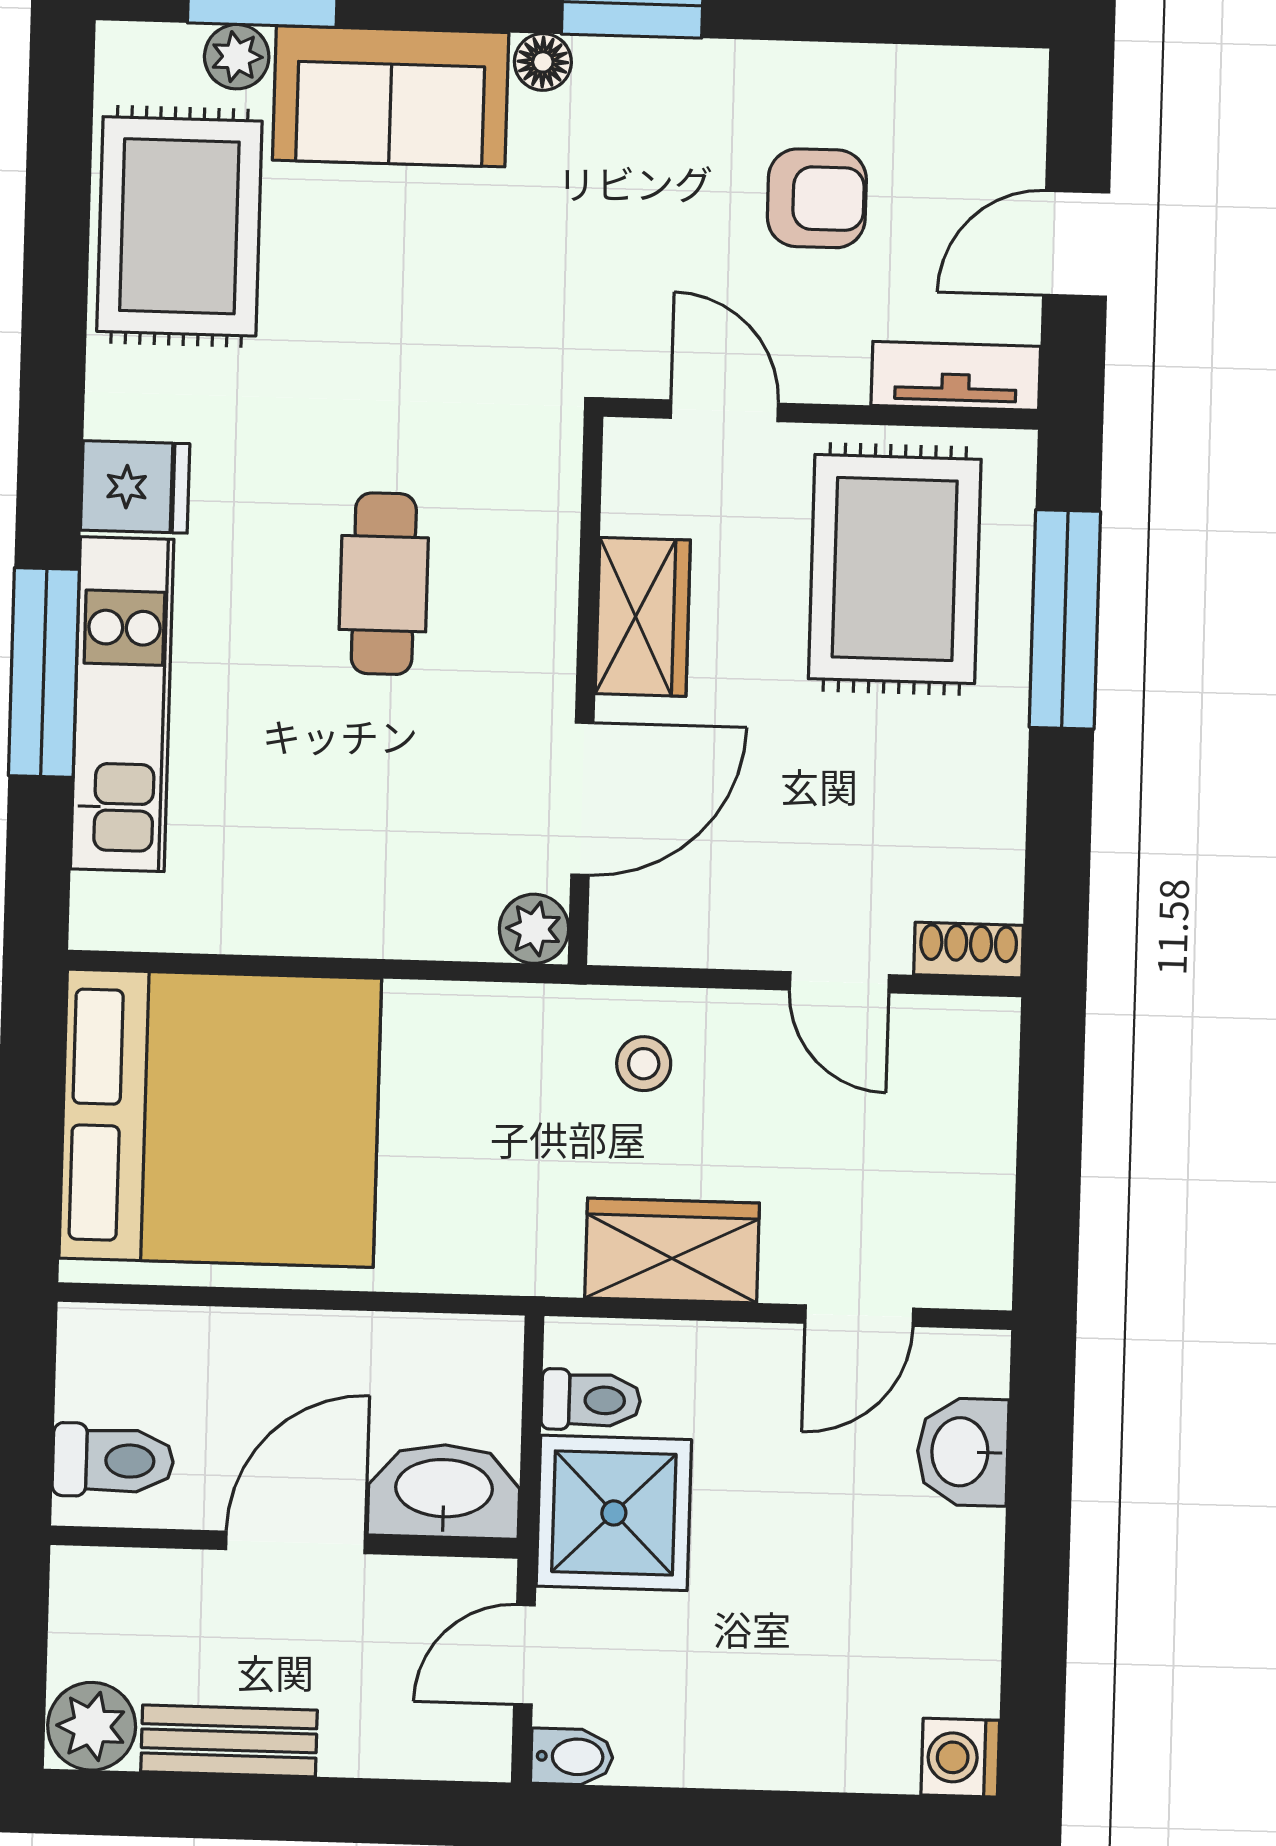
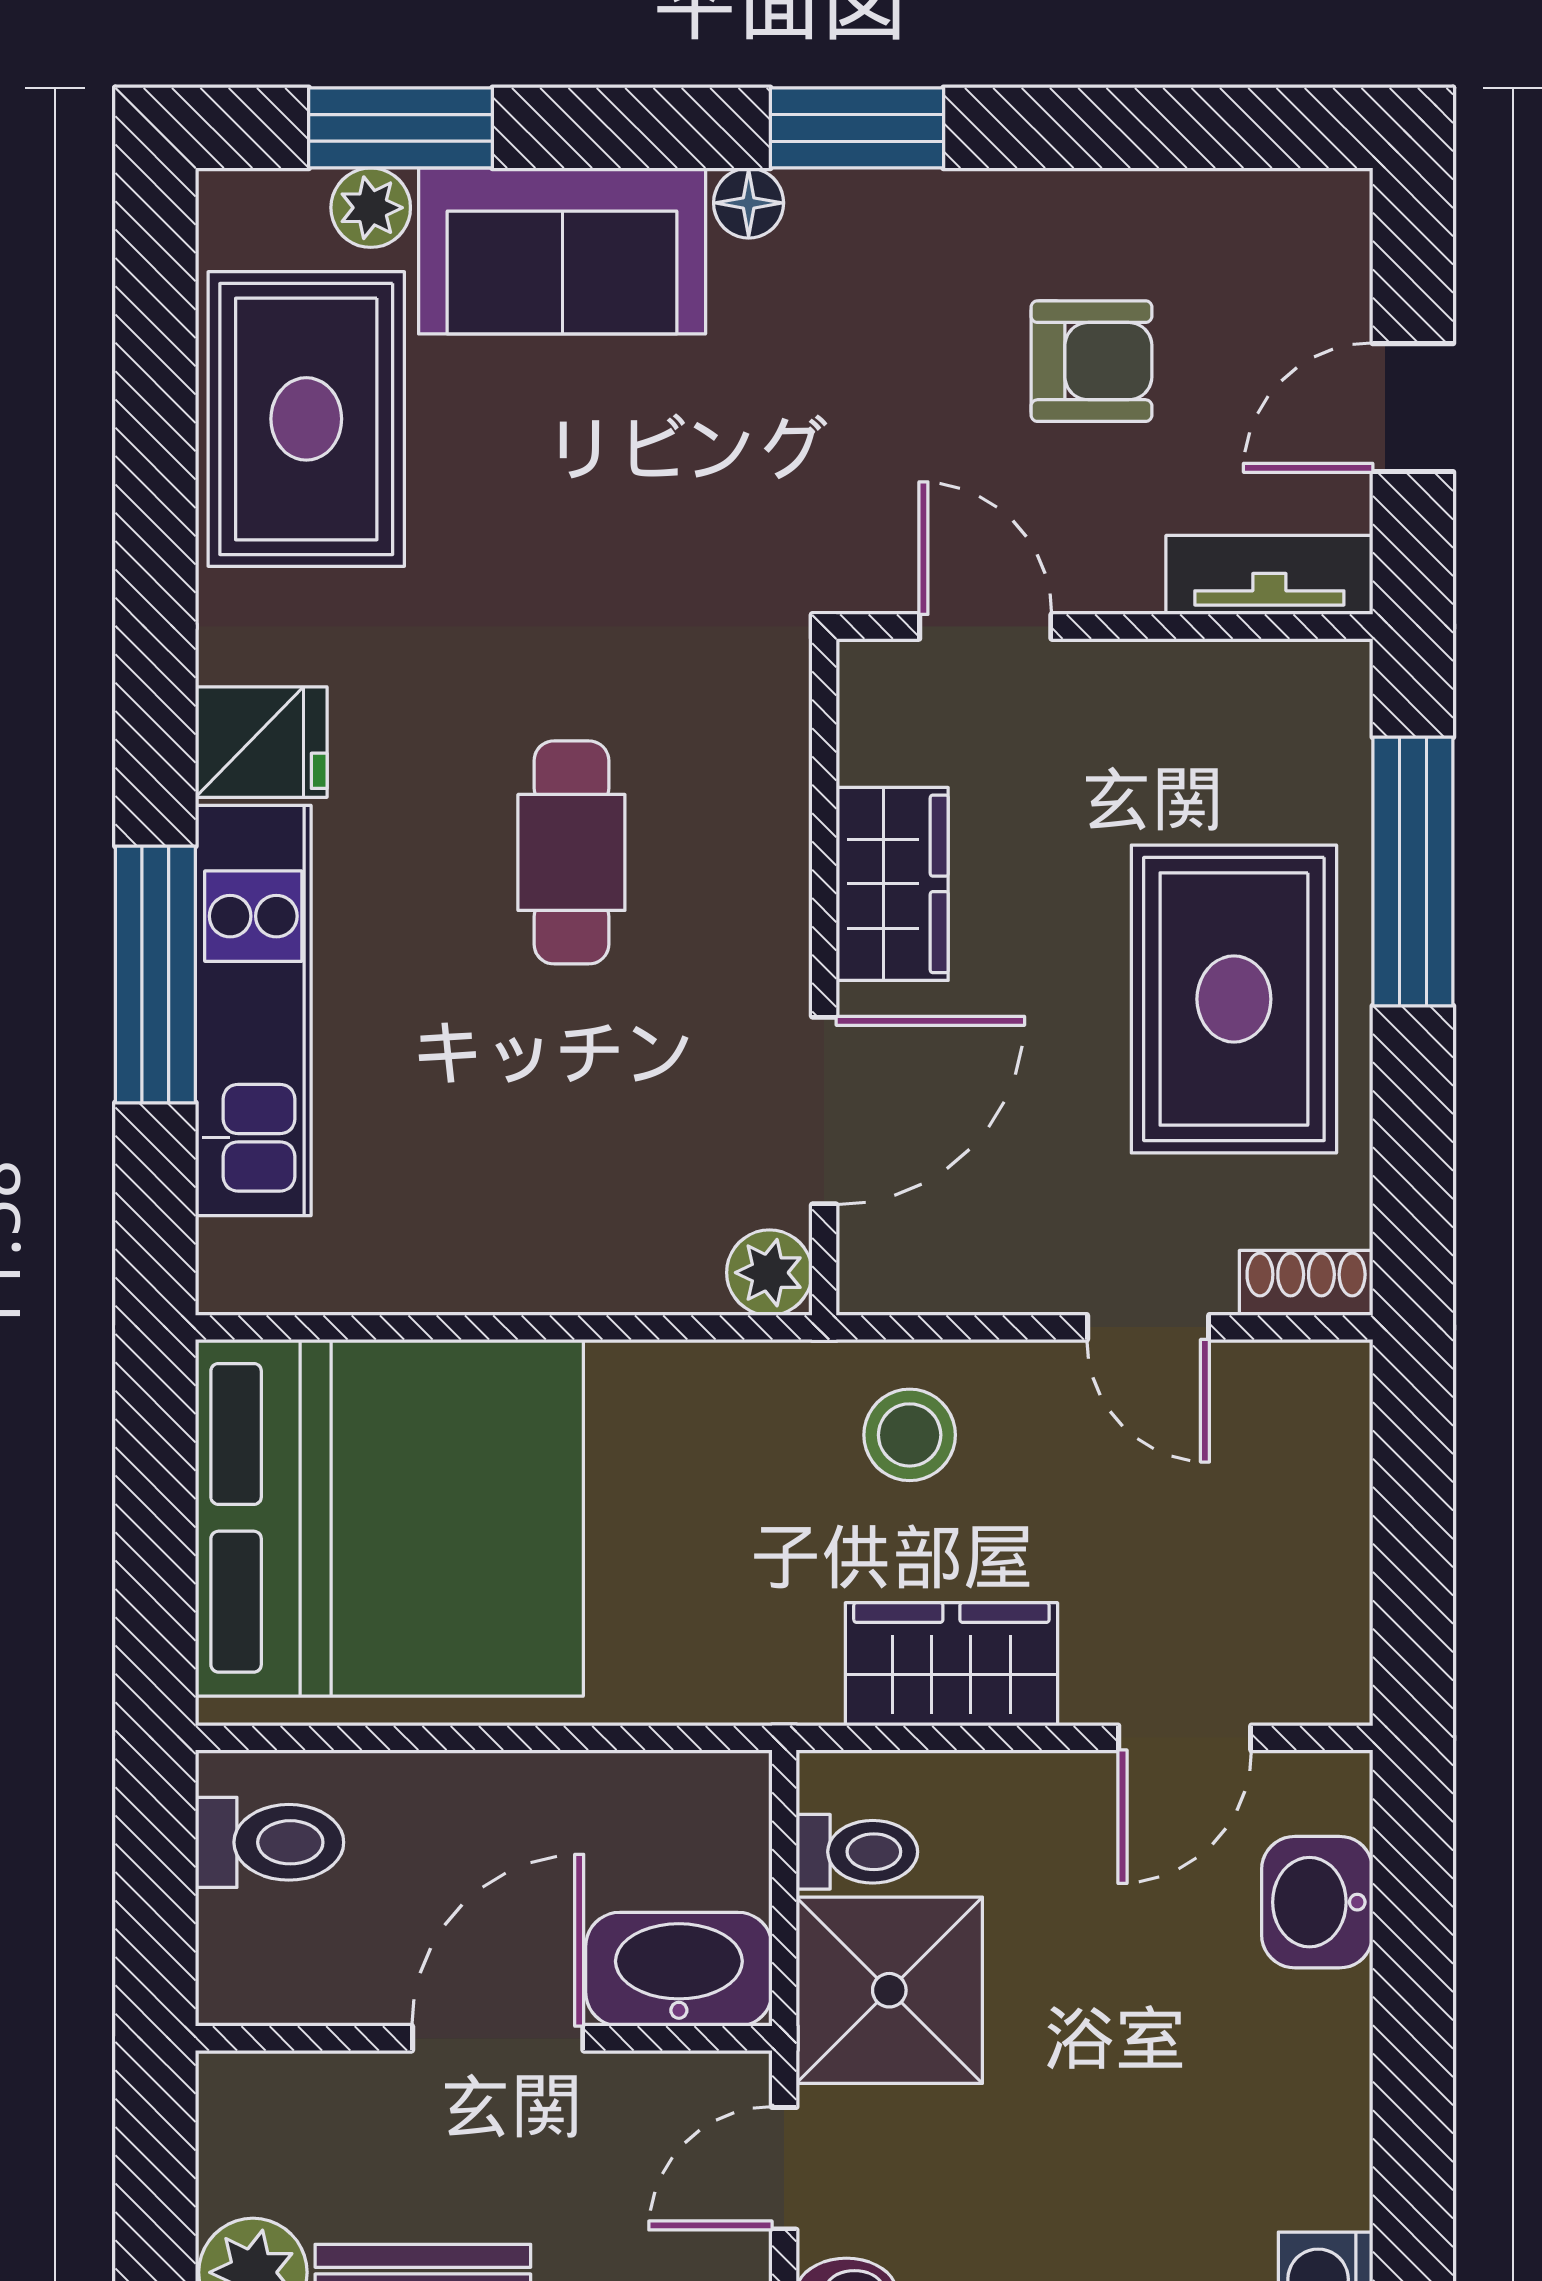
rug: (895, 569) -> (1234, 999), moved
stool: (644, 1064) -> (910, 1435), width x1.37, depth x1.37
toilet: (113, 1461) -> (270, 1842), moved

